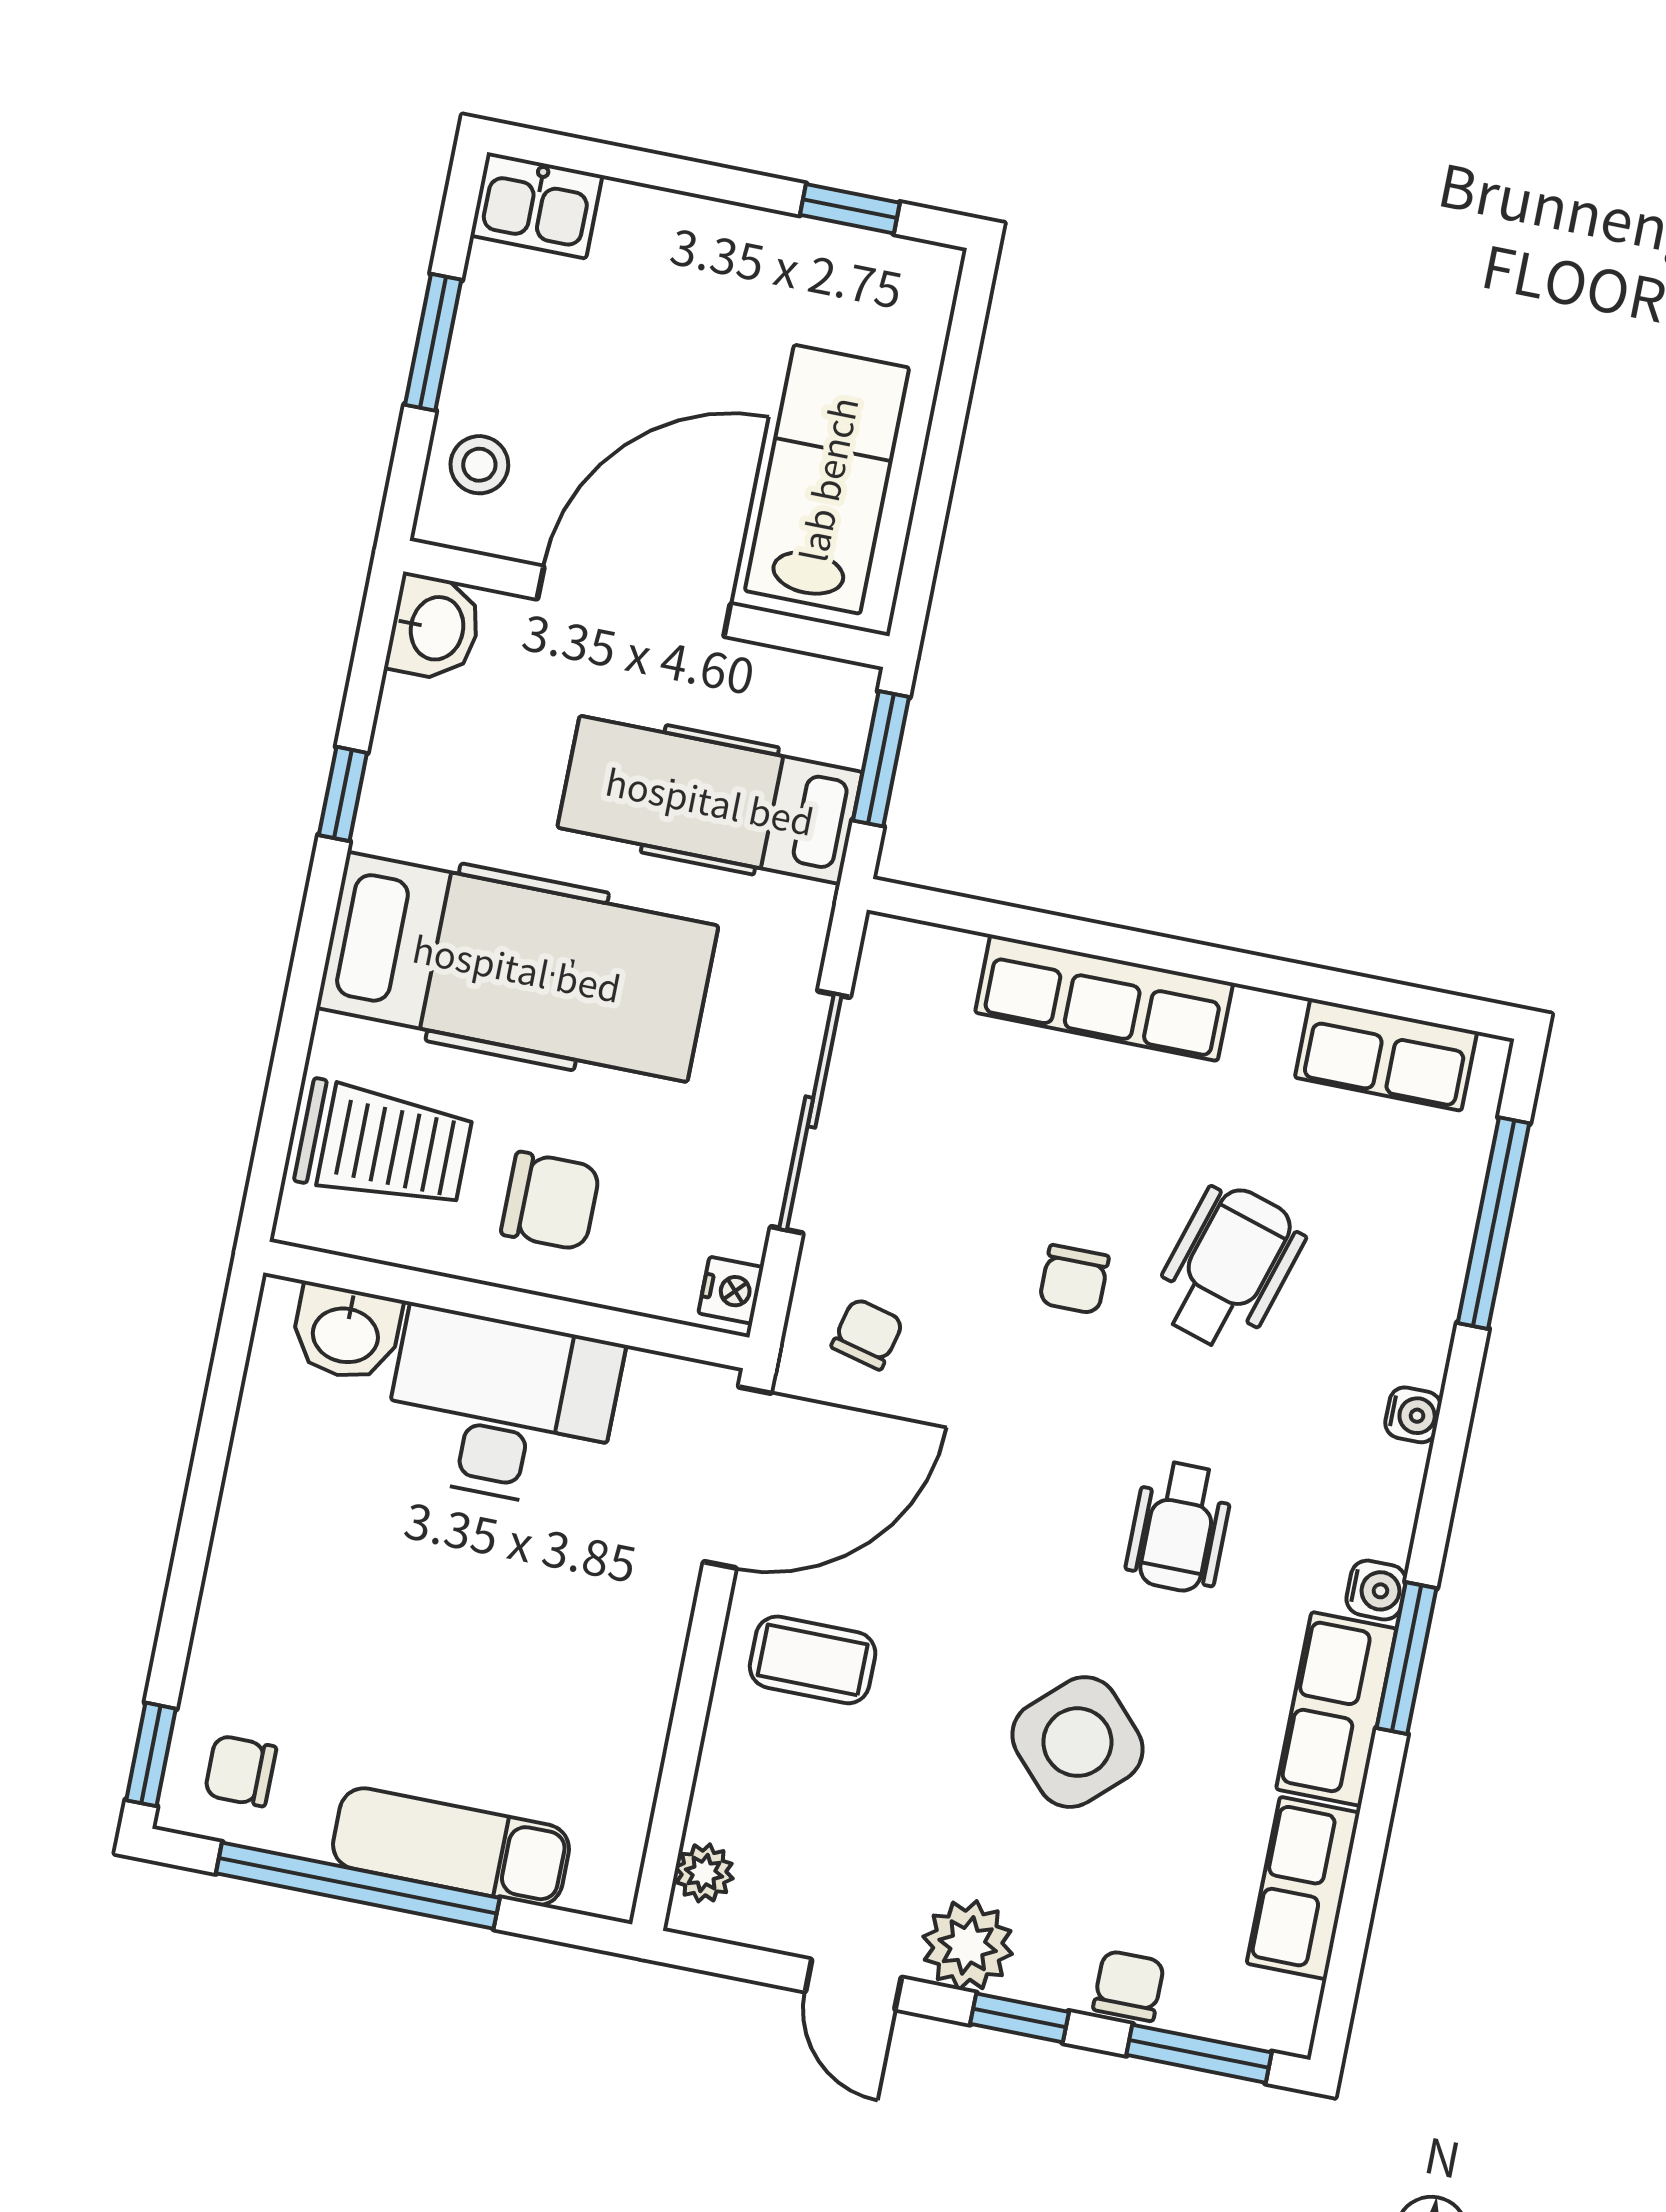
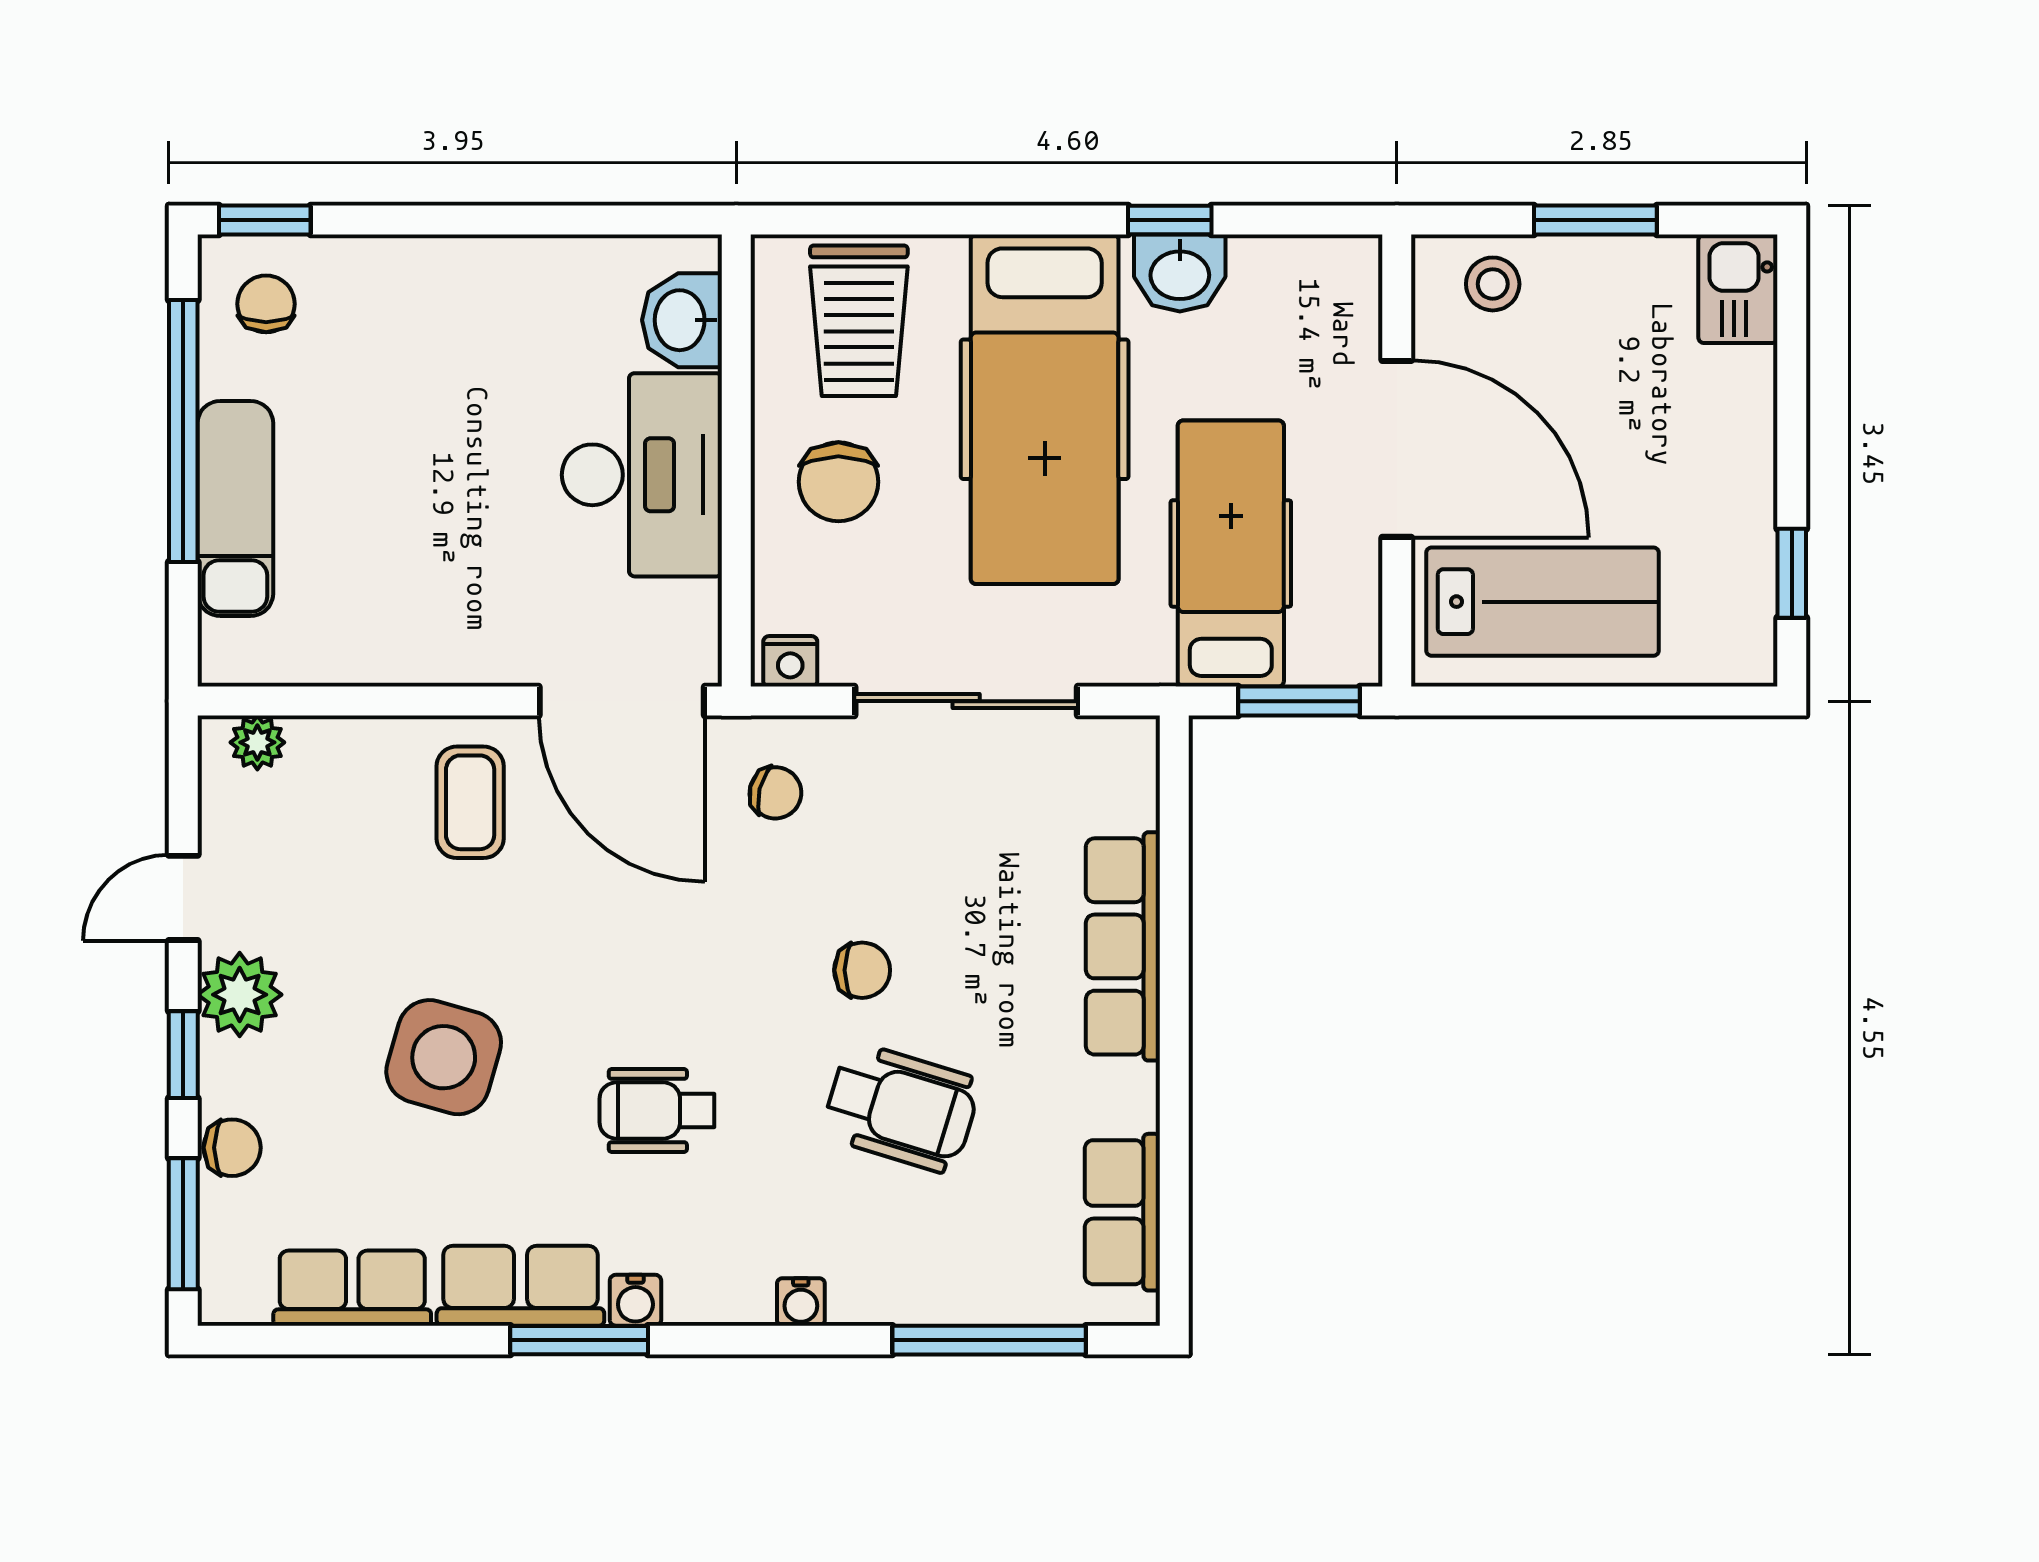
washbasin: (435, 628) -> (1180, 273), moved
chair: (1074, 1279) -> (862, 970), turned 180
side table: (1077, 1742) -> (444, 1057), turned -31

